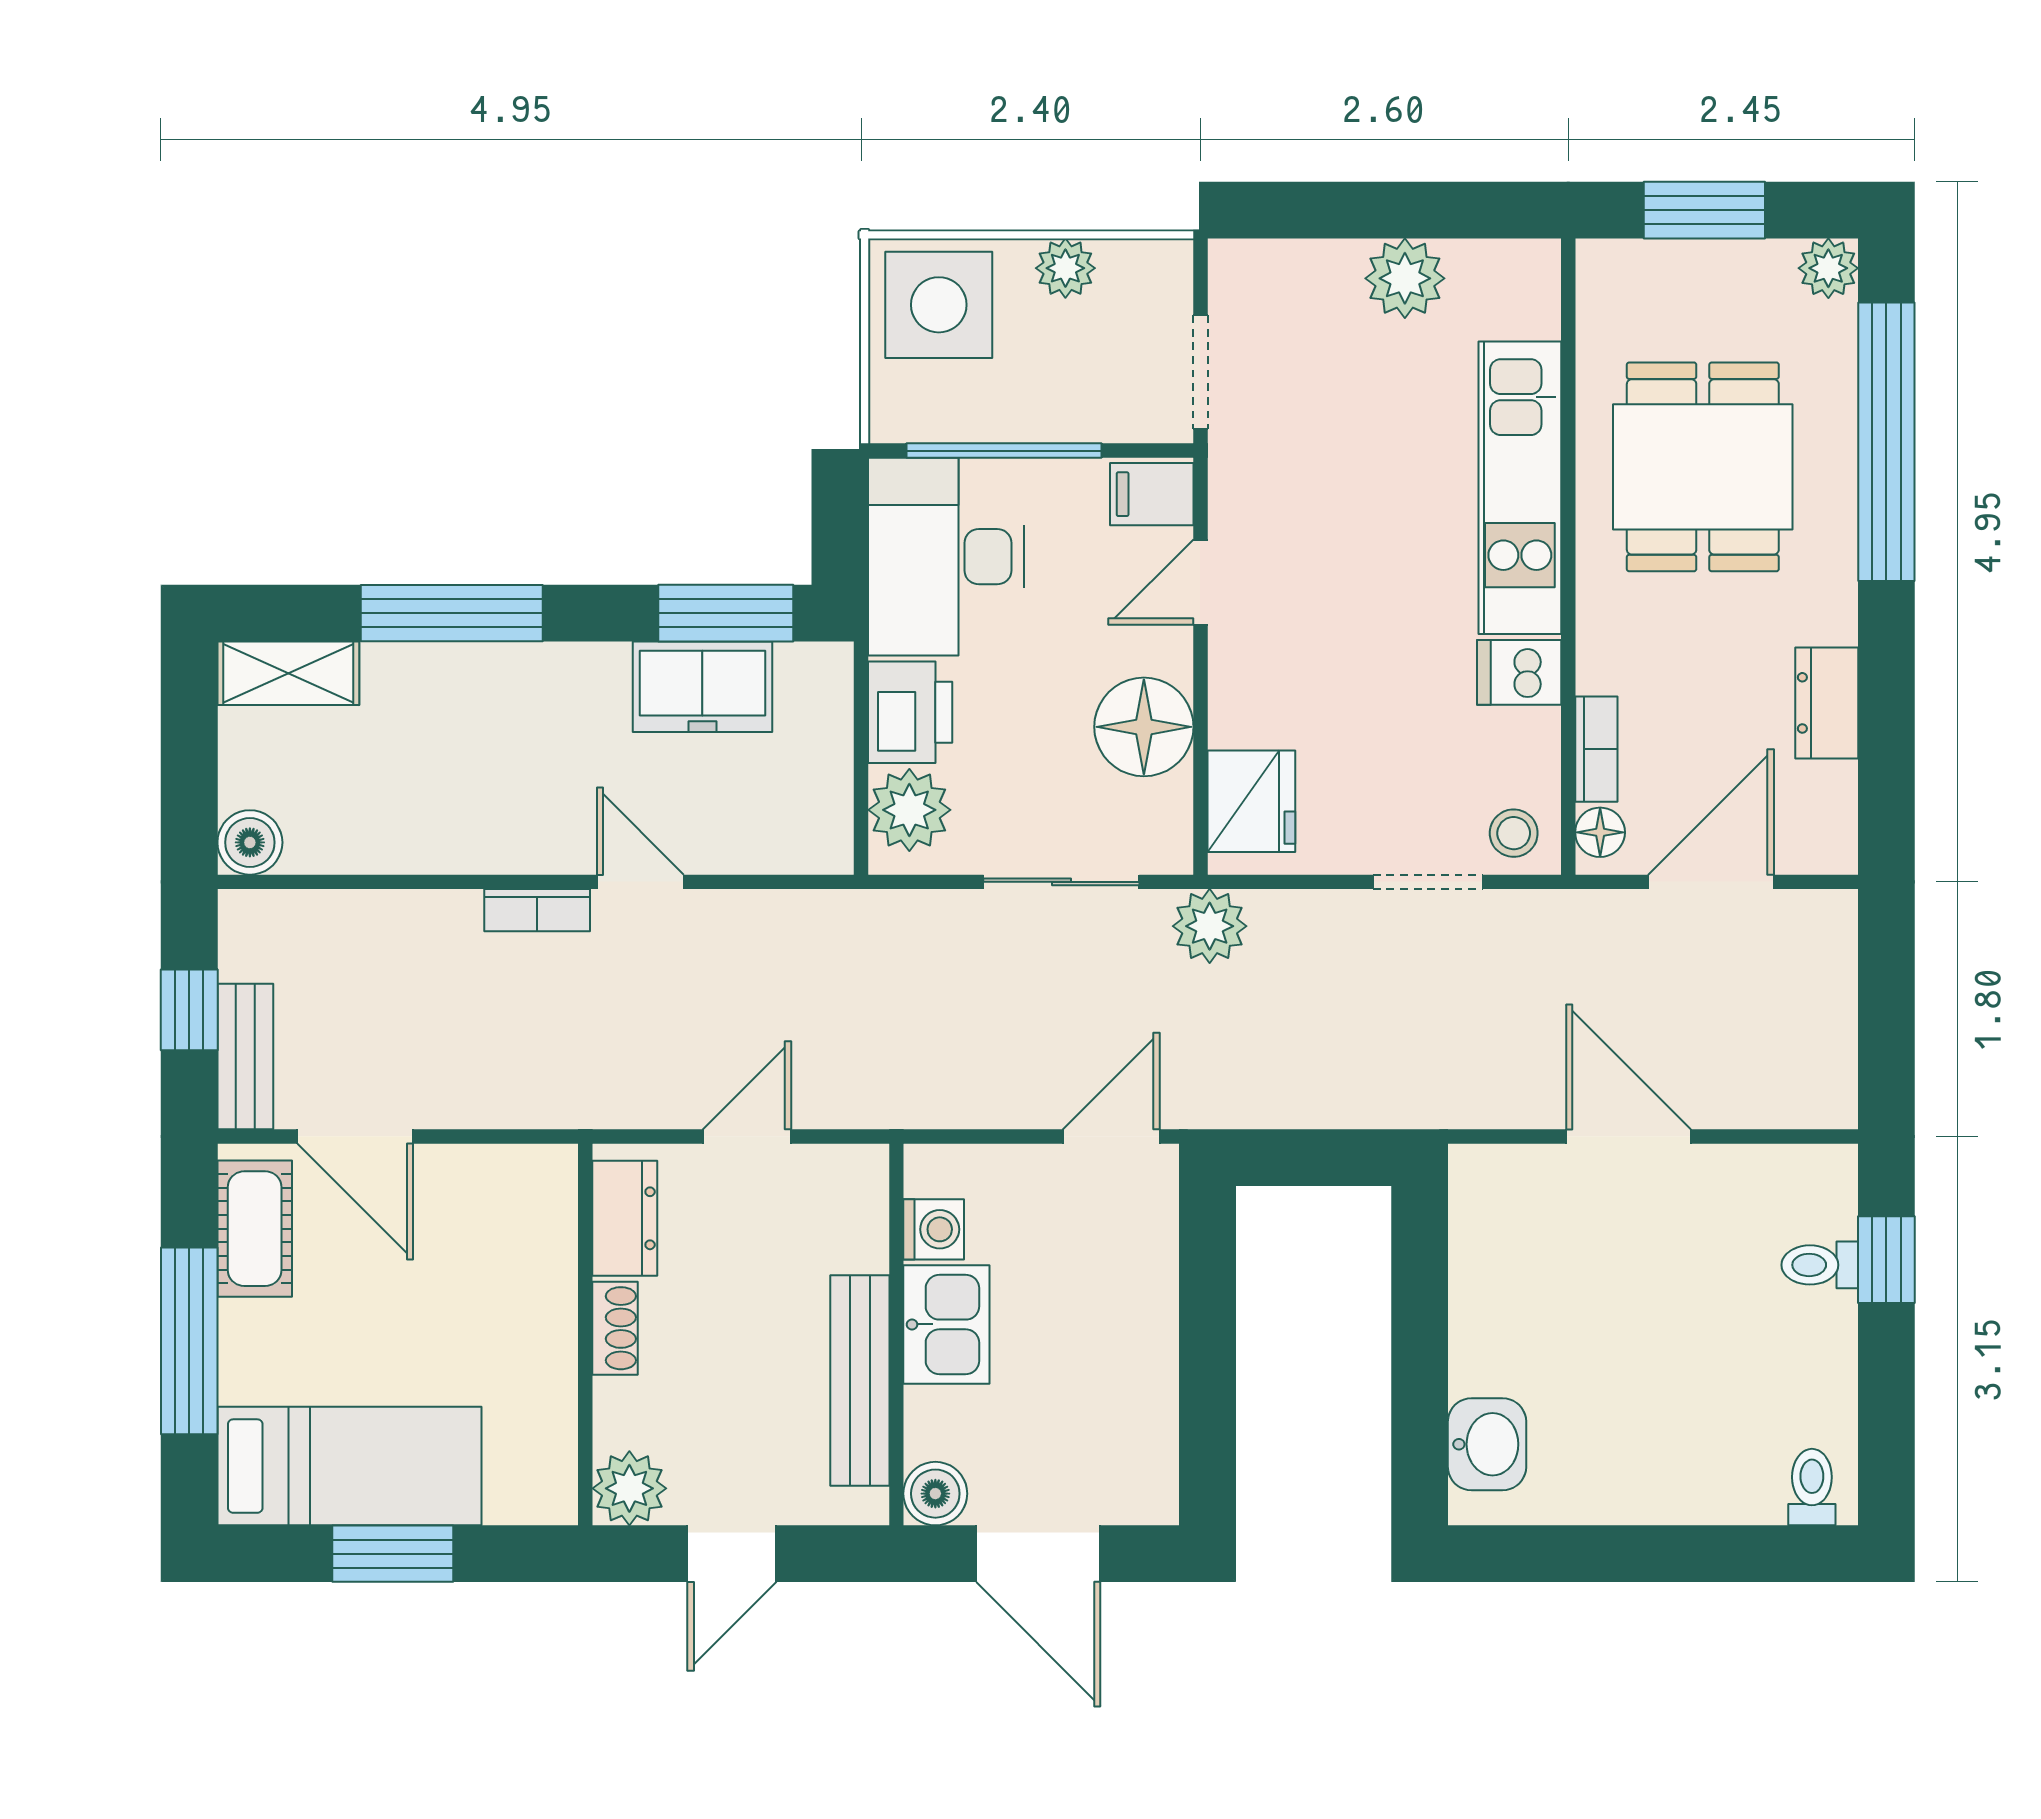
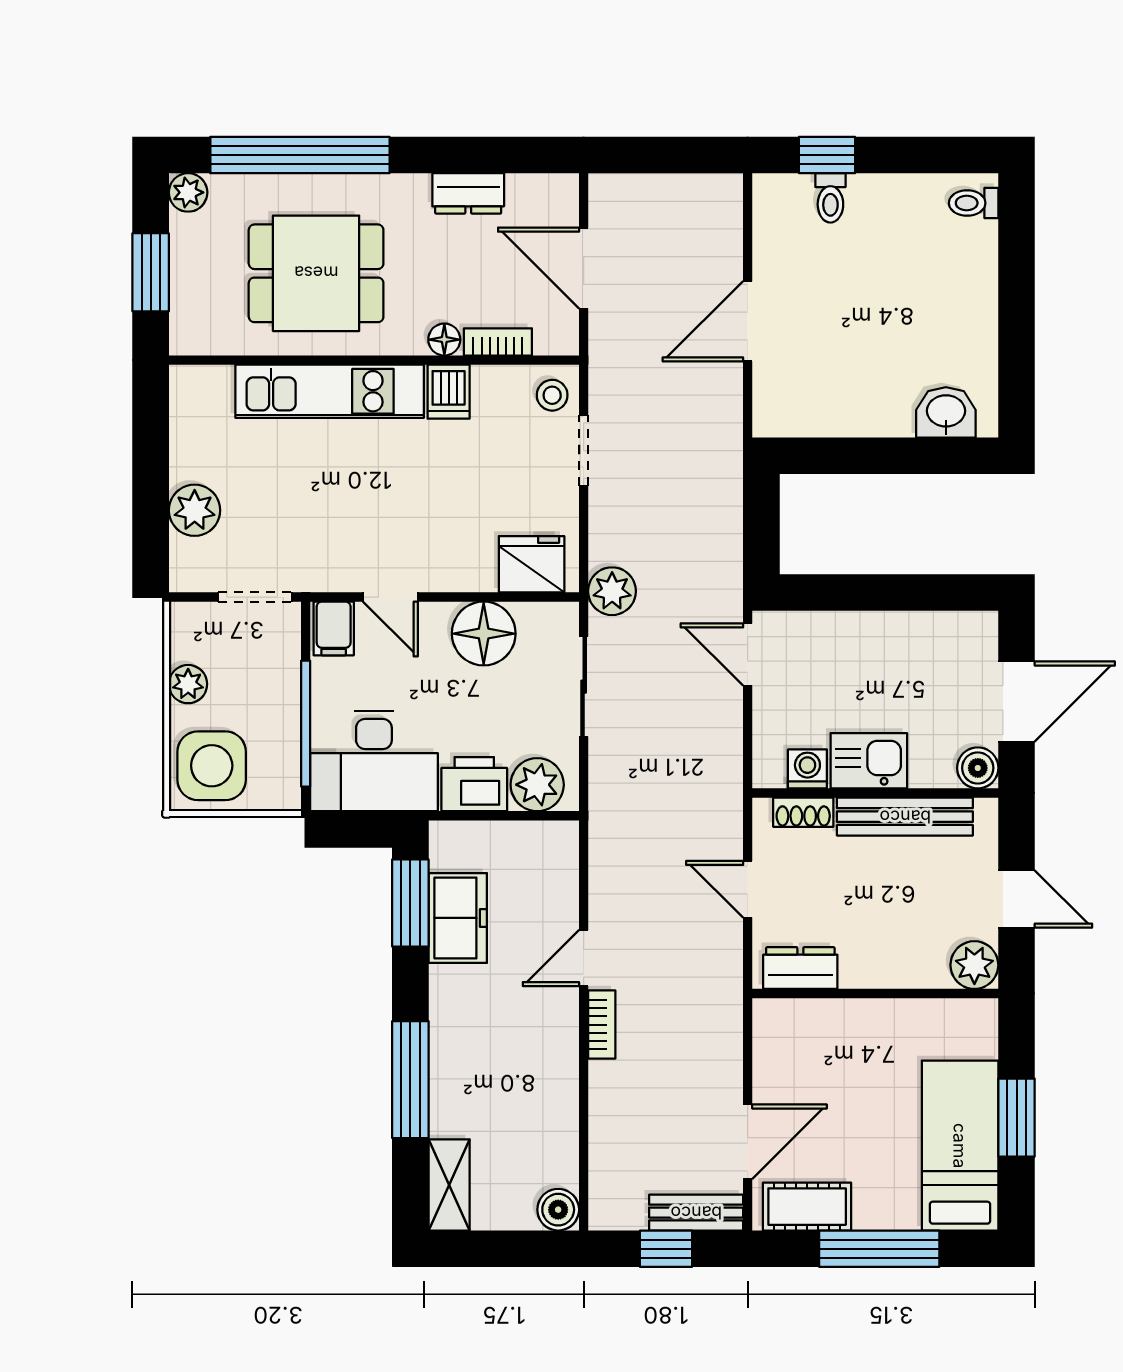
plant: (1405, 278) -> (195, 510), moved
floor lamp: (1600, 832) -> (444, 340), moved
shoe rack: (615, 1328) -> (803, 812), moved, turned 180

